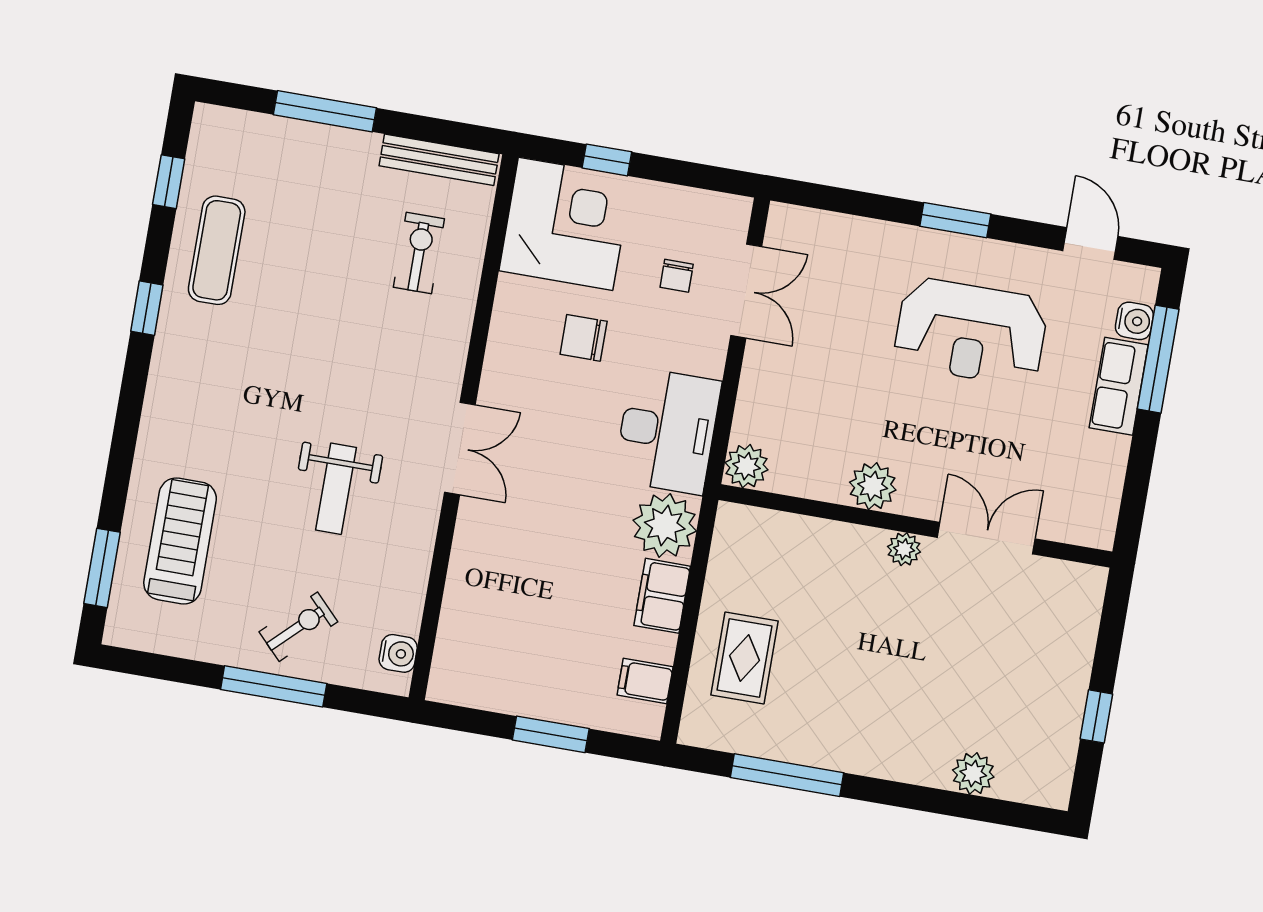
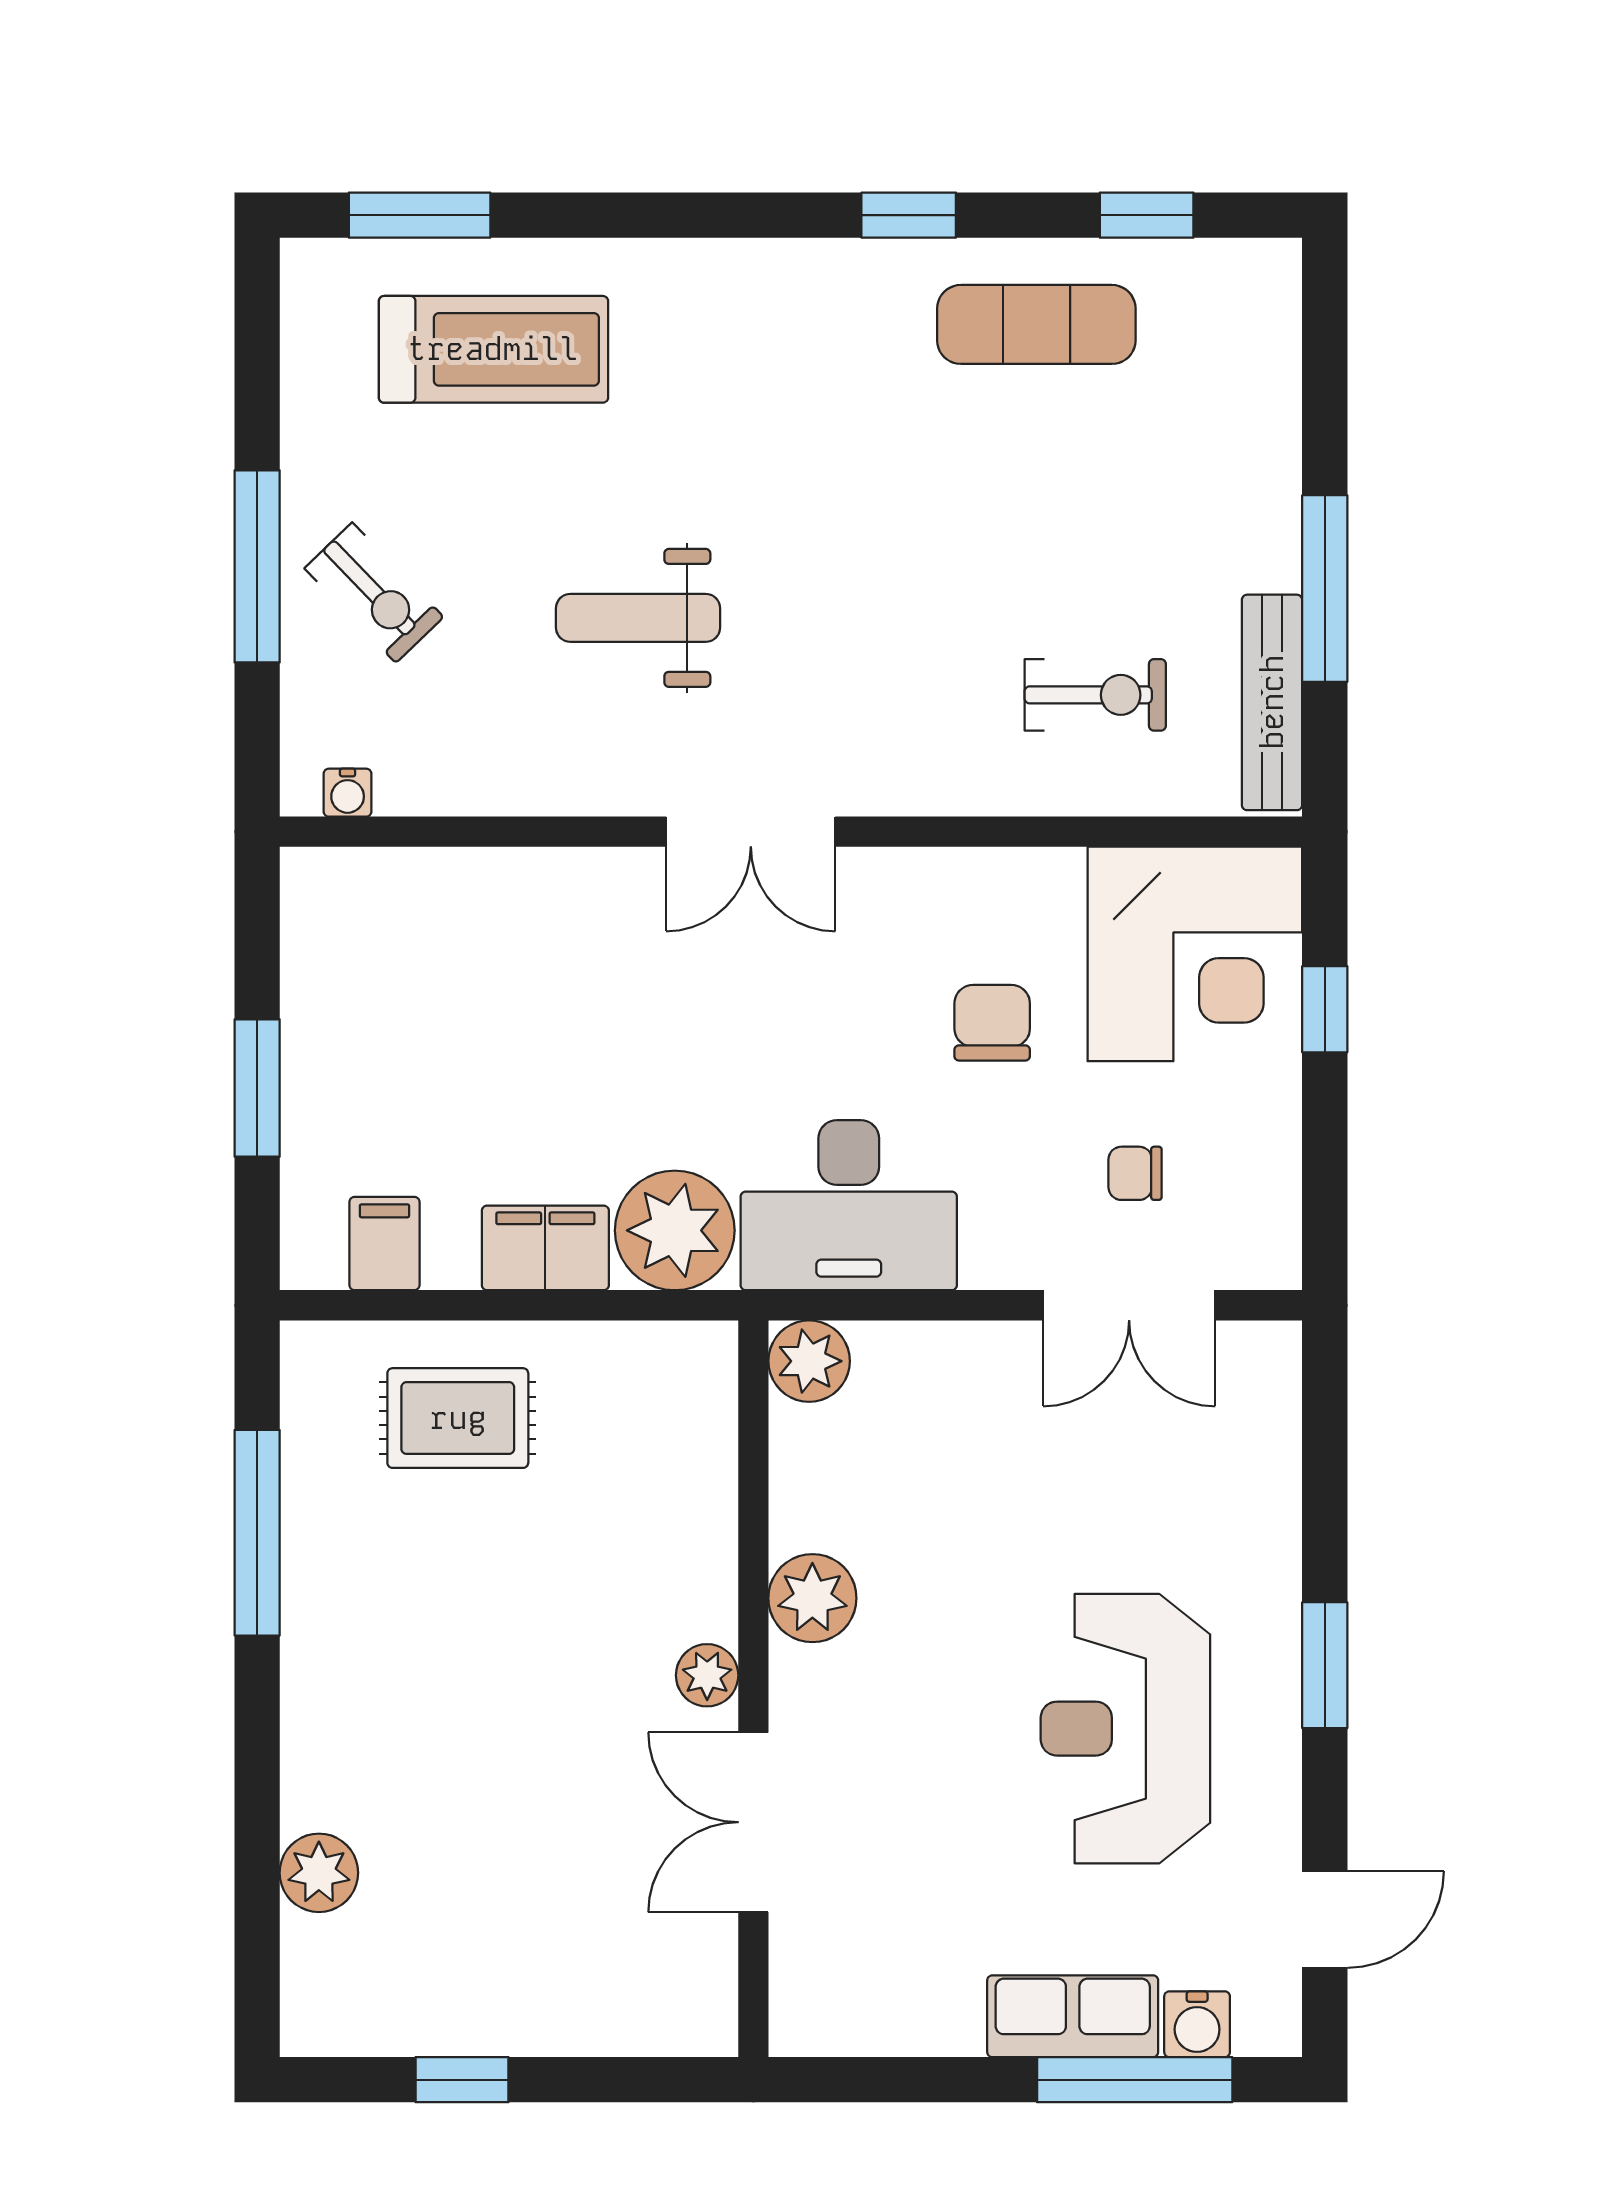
window: (325, 111) -> (1325, 589), moved
double door: (986, 538) -> (753, 1822), swing flipped
water cooler: (398, 653) -> (348, 793), width x0.72, depth x0.72

